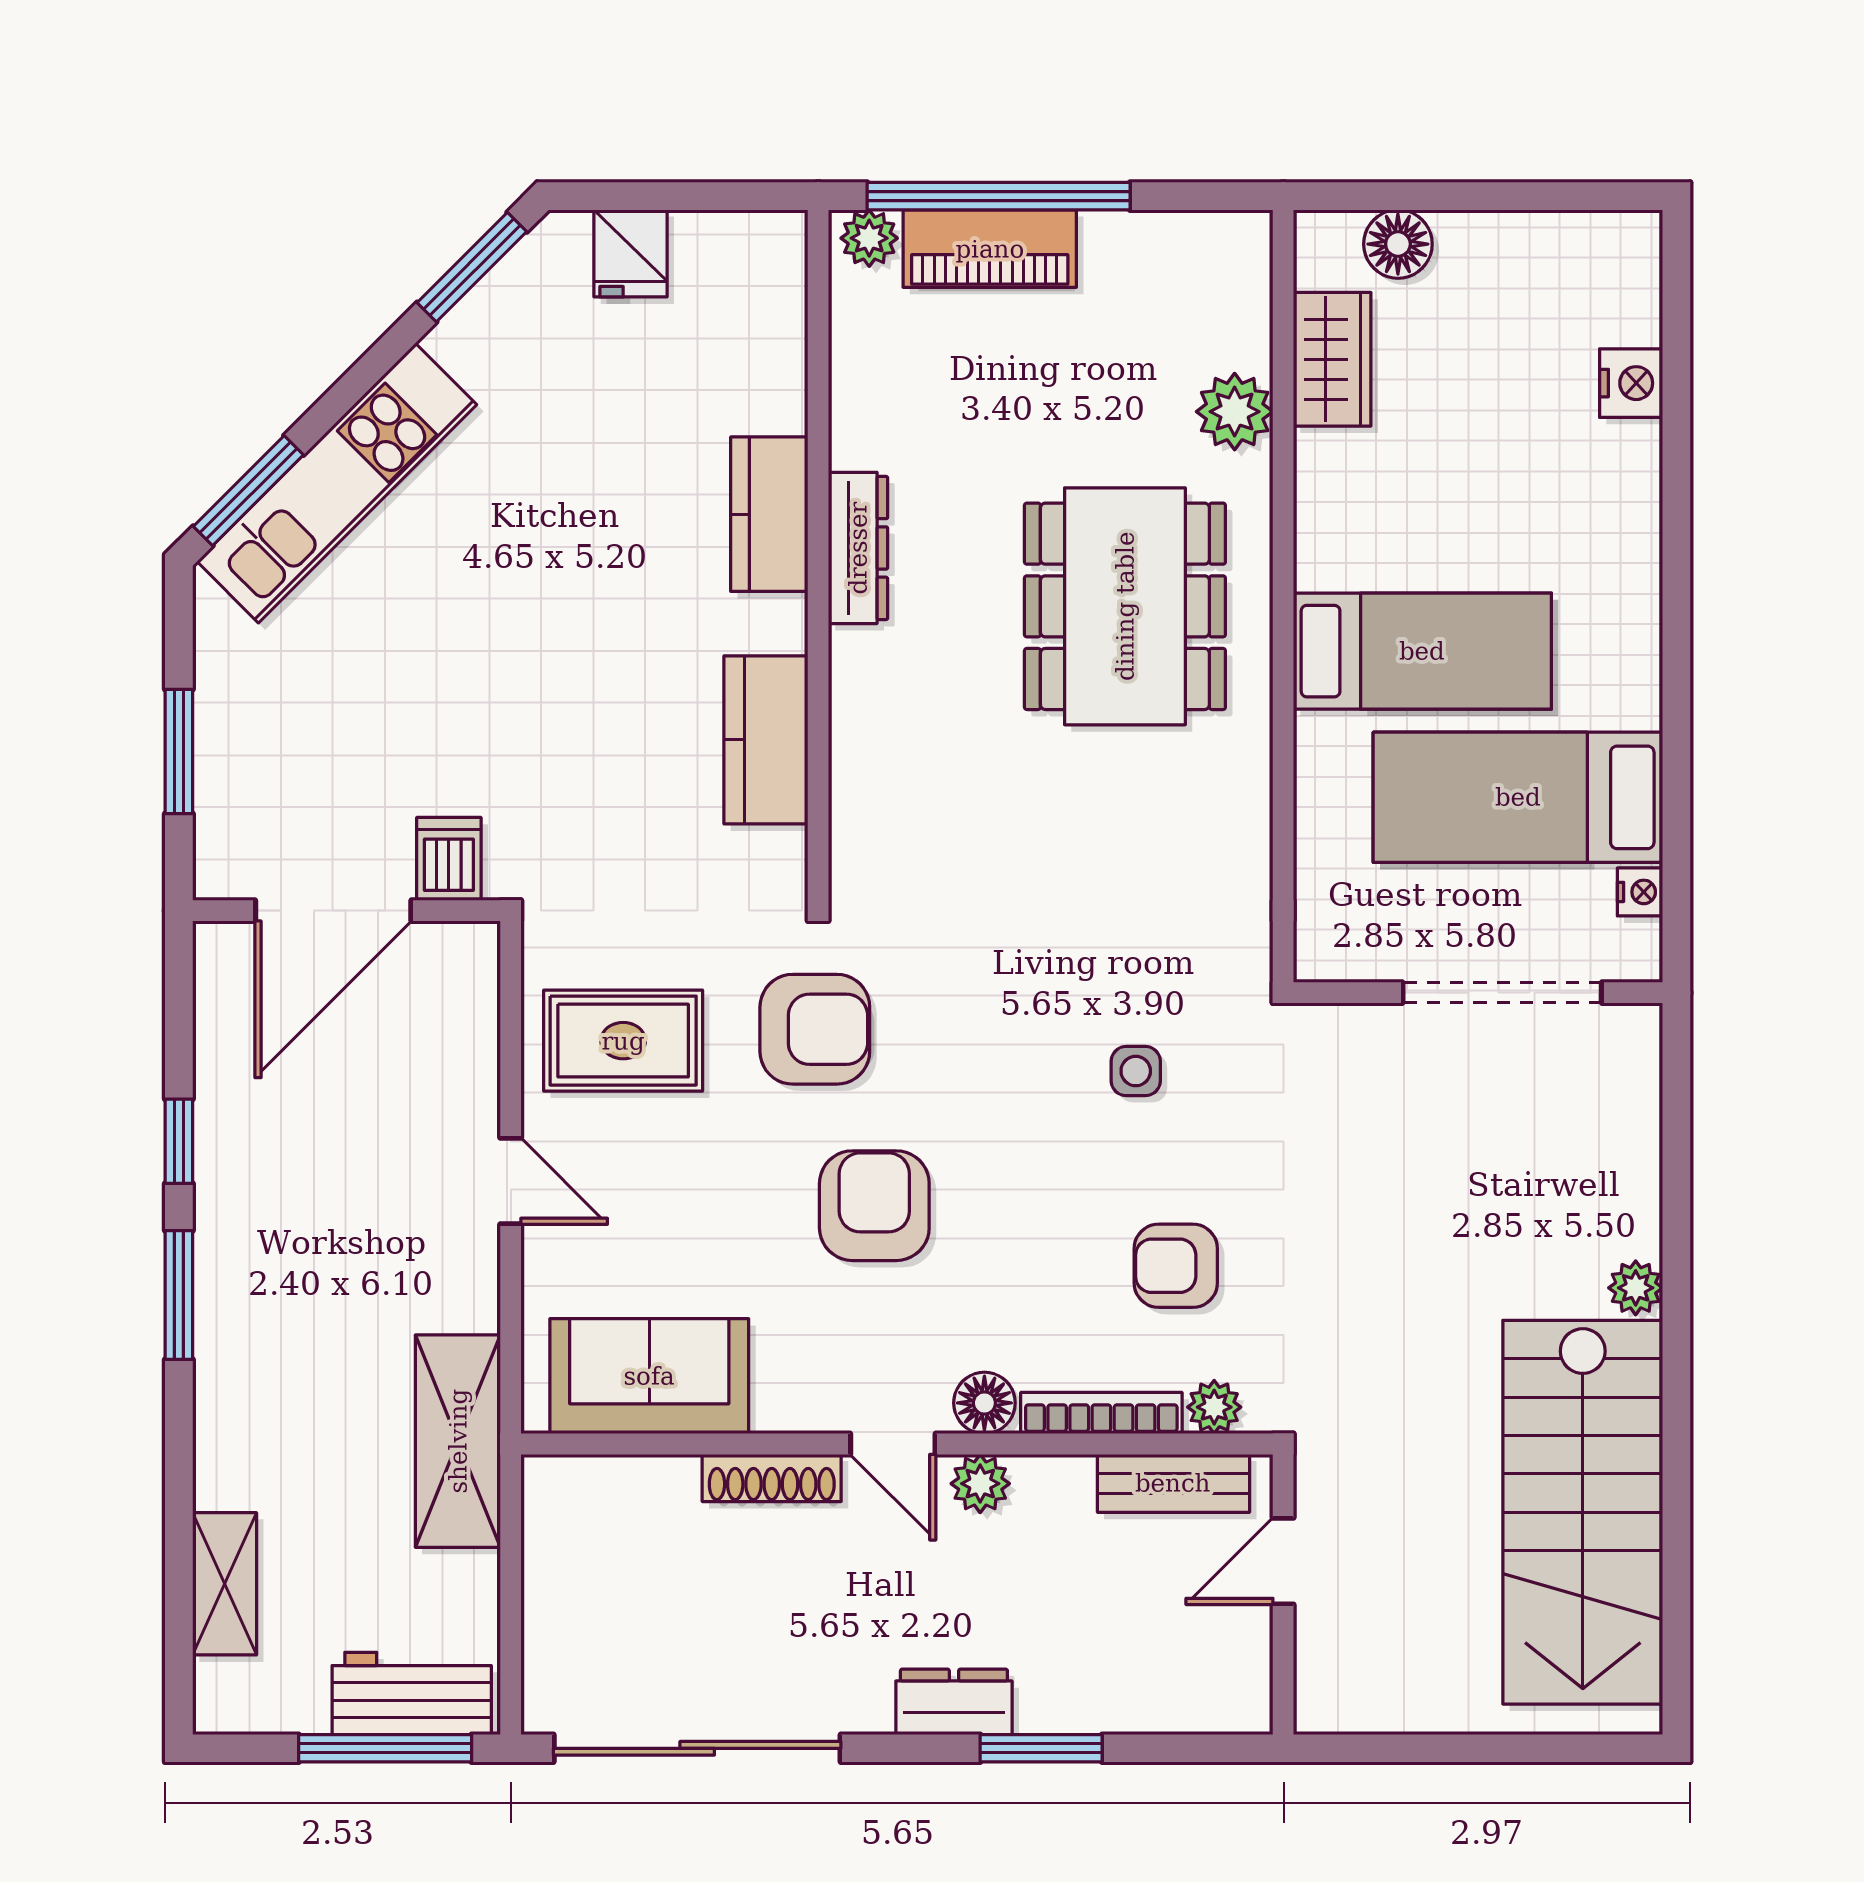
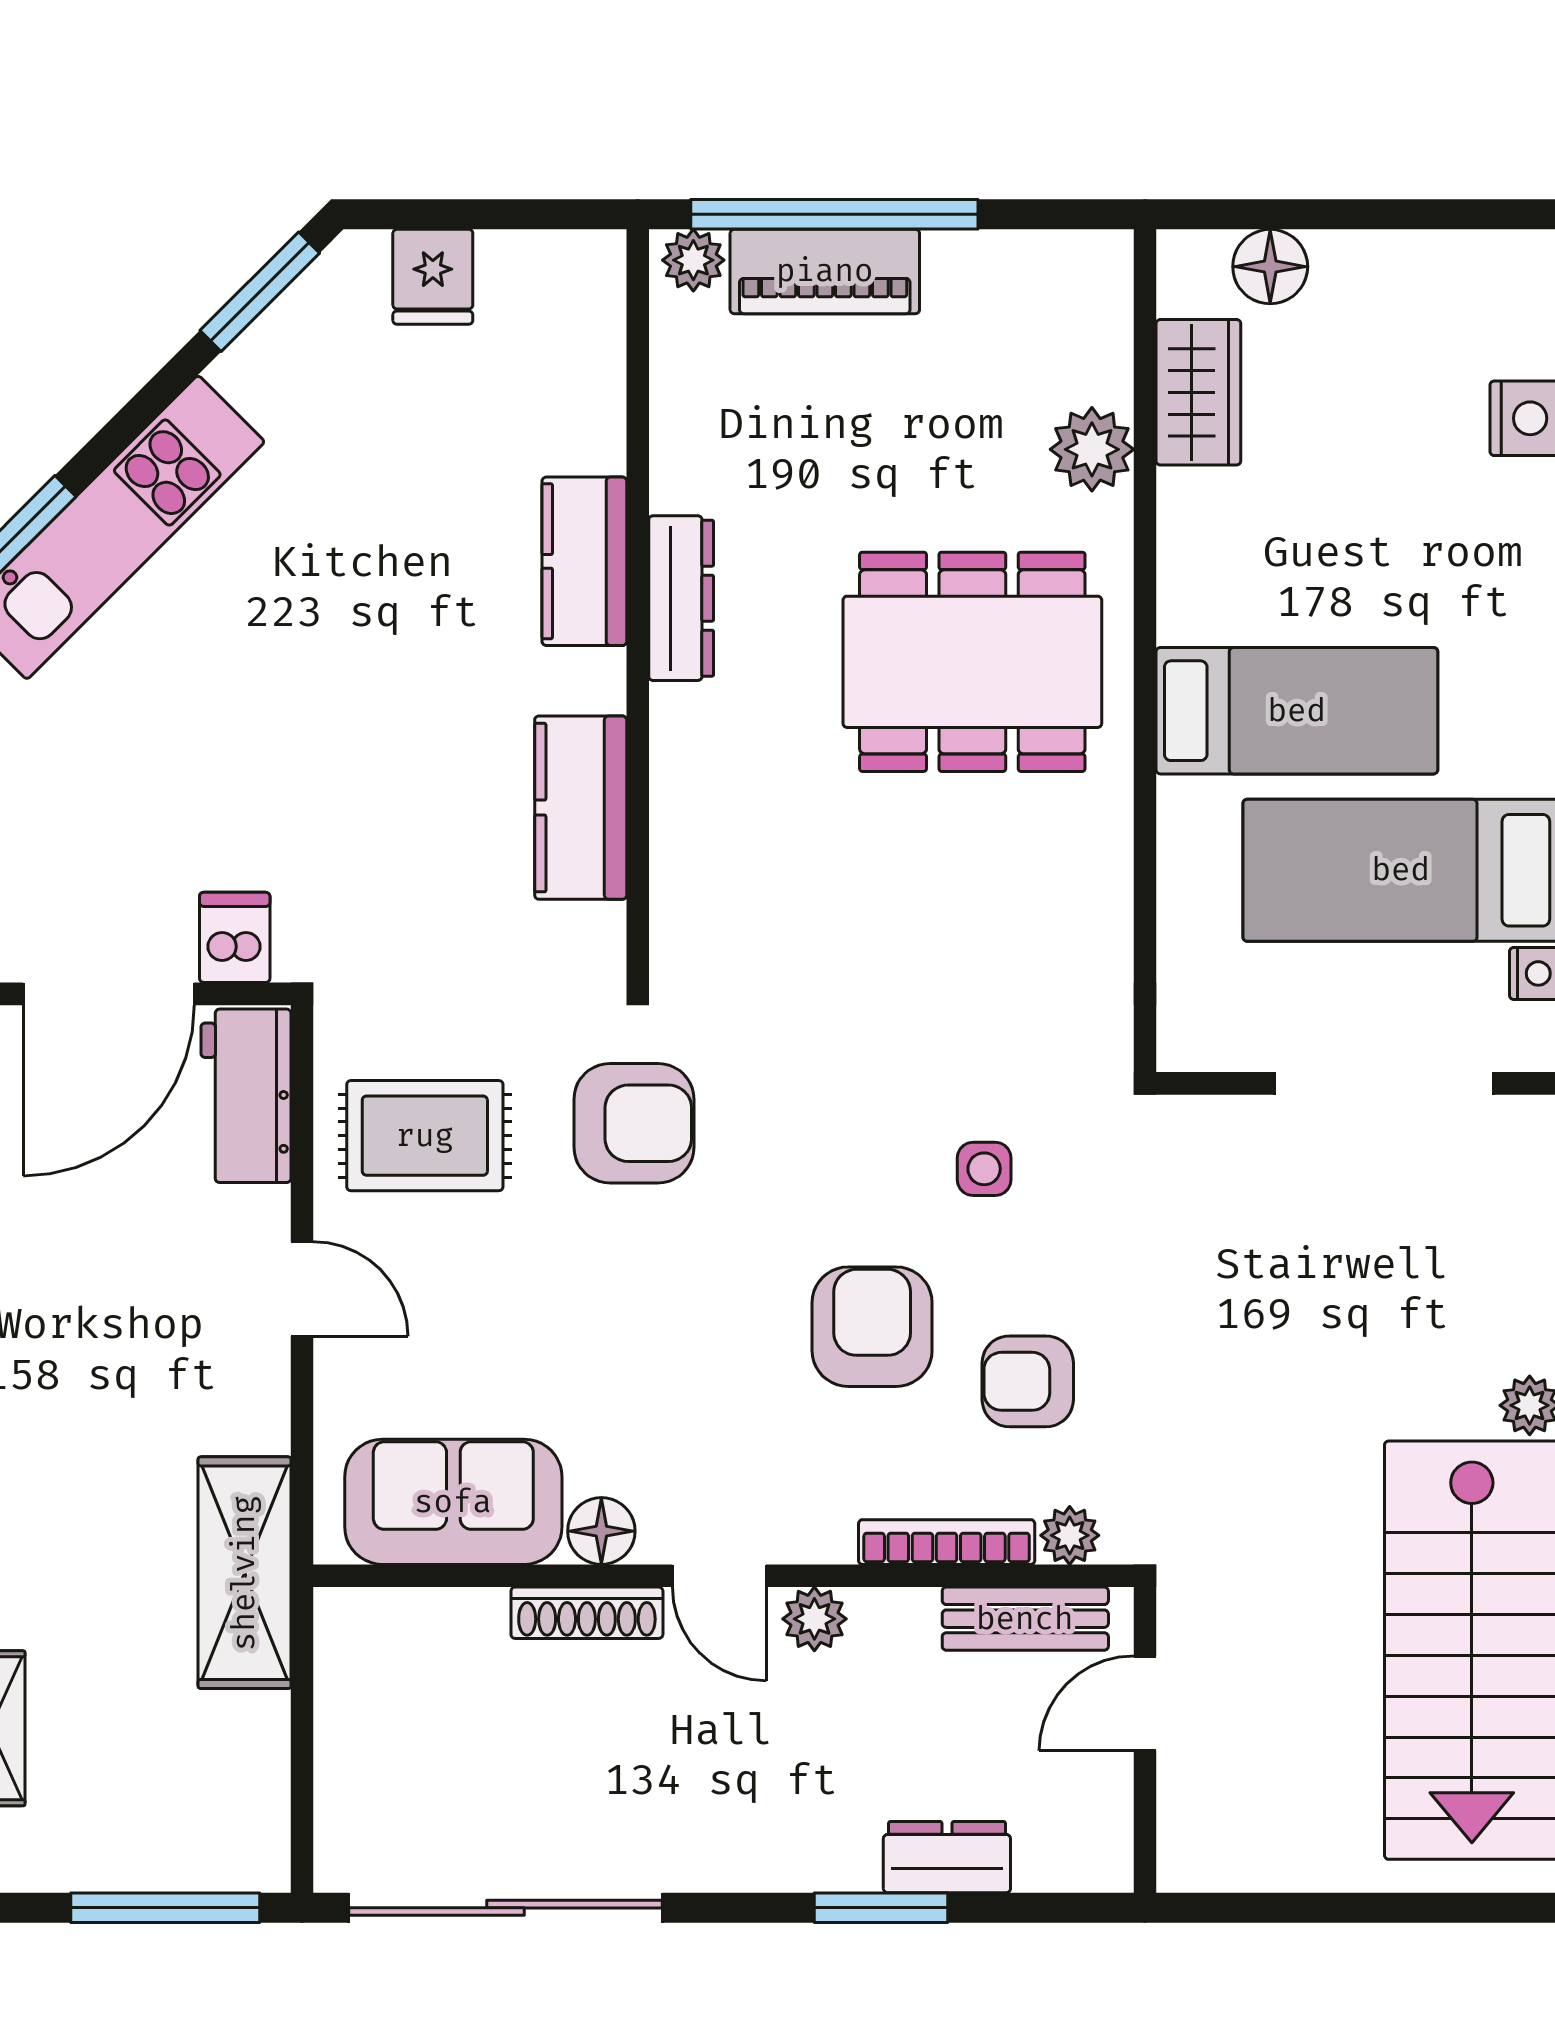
dining table: (1125, 606) -> (972, 662), turned 90
armchair: (874, 1206) -> (872, 1327), moved
floor lamp: (984, 1403) -> (601, 1531), moved
workbench: (412, 1693) -> (246, 1096), moved, turned -90
dresser: (954, 1702) -> (947, 1857), moved

